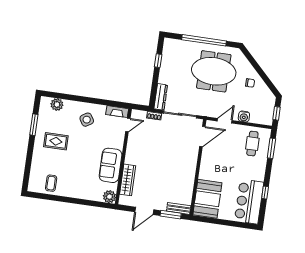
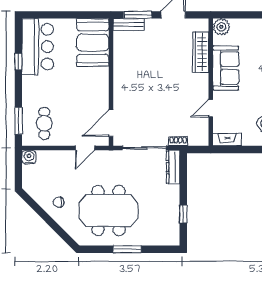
window: (204, 40) -> (127, 249), width x0.47
window: (277, 113) -> (18, 167), removed
water cooler: (244, 116) -> (29, 157), moved
door: (128, 125) -> (211, 108), moved

